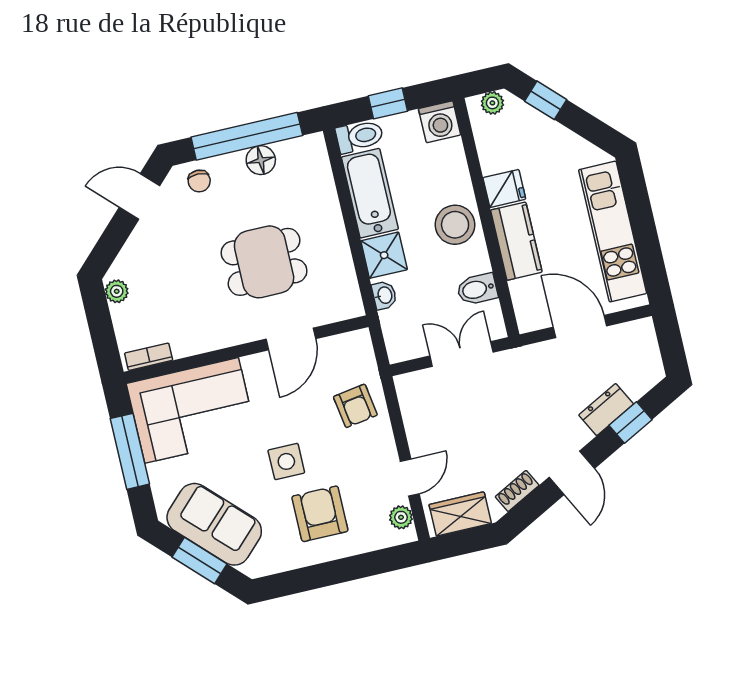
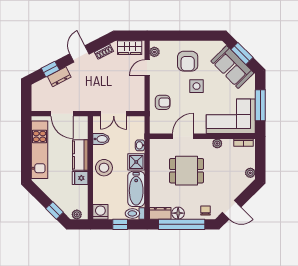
dresser: (302, 150) -> (160, 213), added
plant: (208, 341) -> (217, 143), added
armchair: (355, 406) -> (163, 102), turned 99

